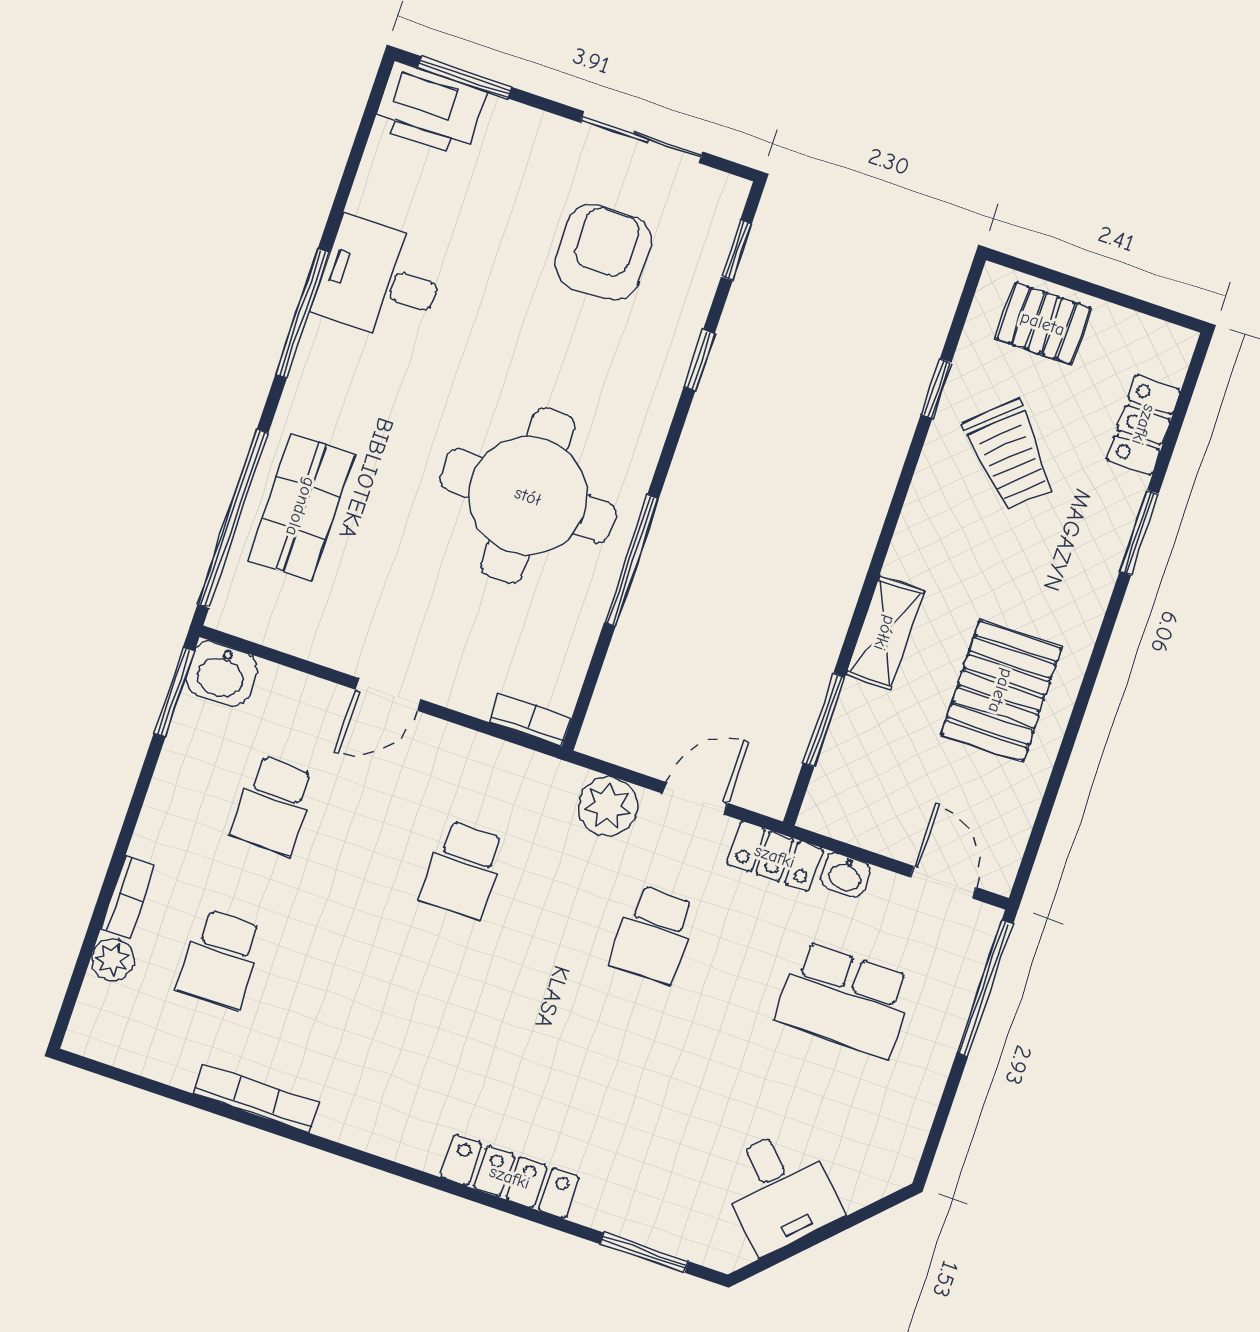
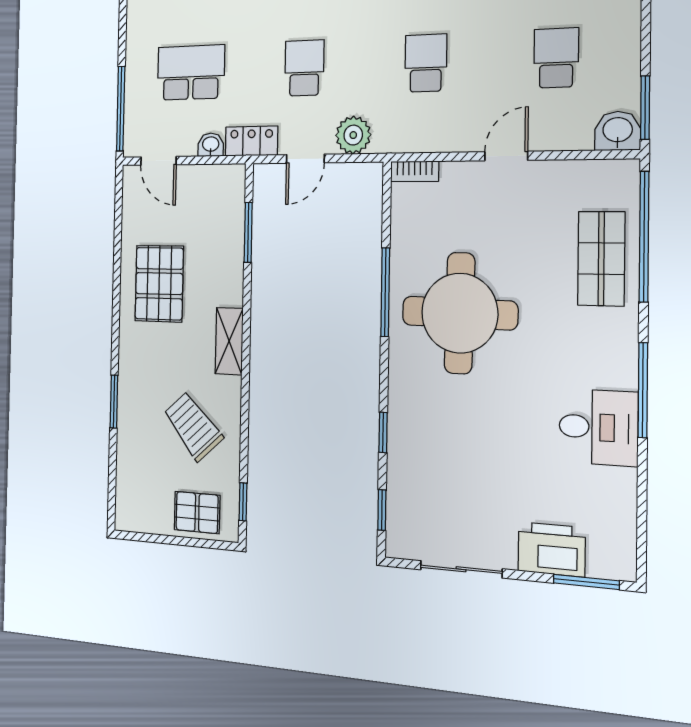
printer: (430, 109) -> (551, 549), moved
armchair: (603, 252) -> (462, 487), removed
window: (936, 388) -> (243, 502), moved
locker: (1144, 425) -> (128, 466), removed
shelving: (885, 633) -> (229, 341), moved

